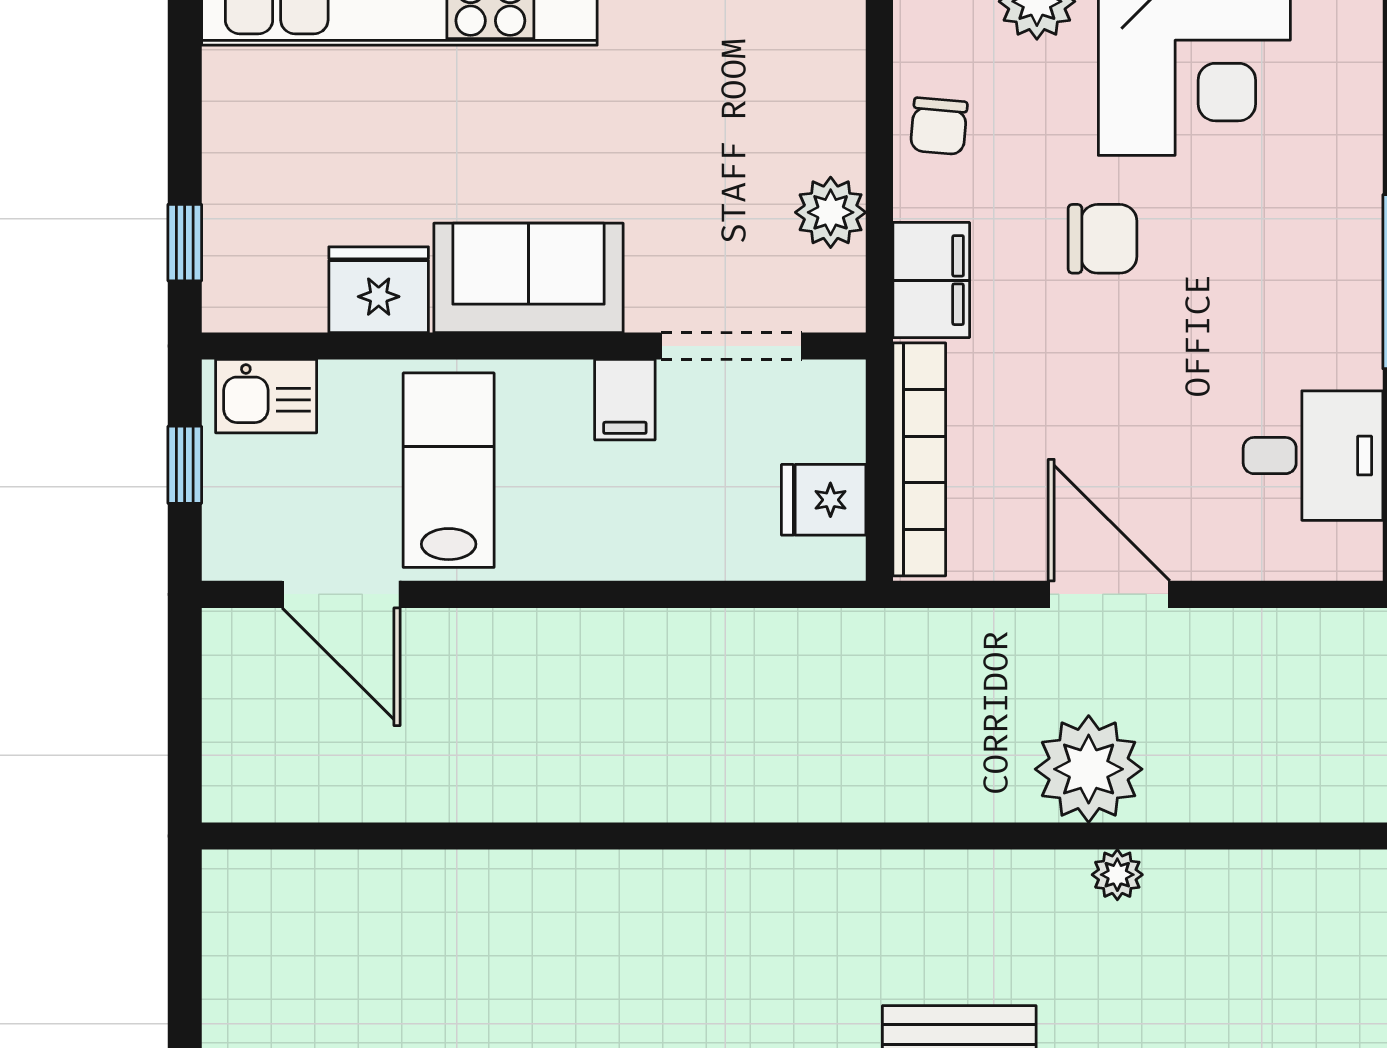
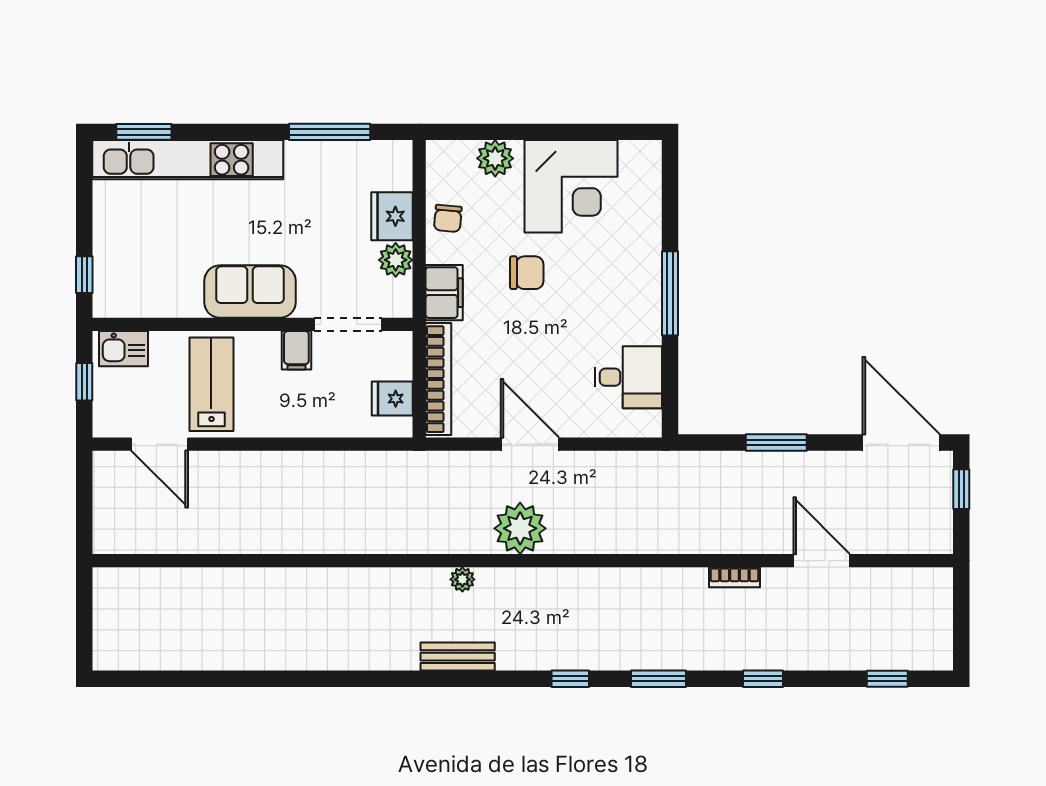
fridge: (379, 290) -> (392, 216), moved, turned -90
plant: (1117, 875) -> (462, 579), moved

